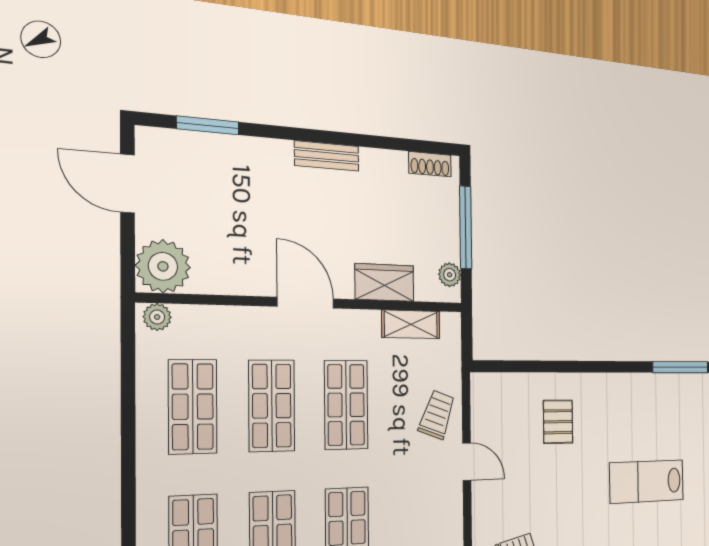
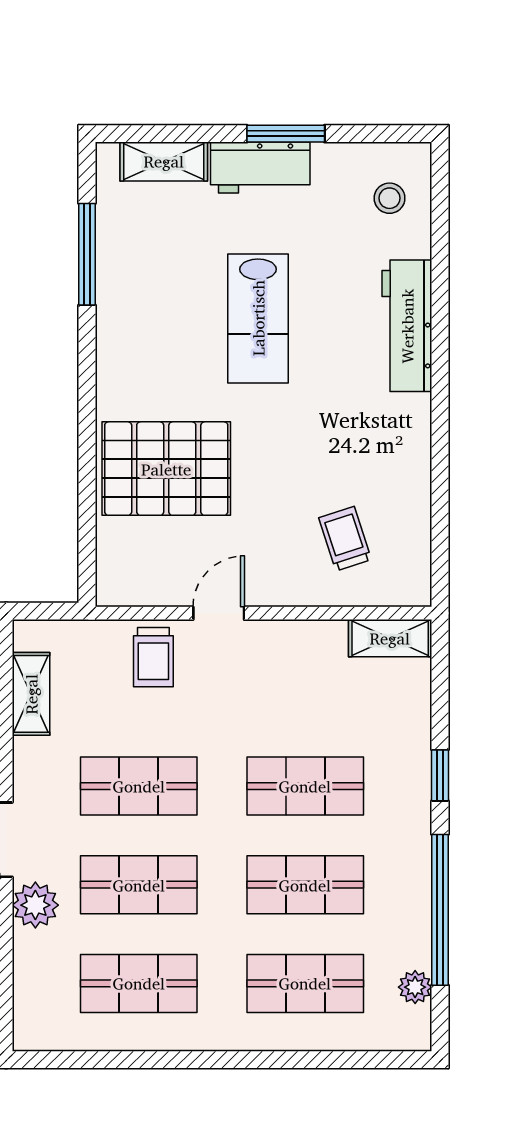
plant: (157, 317) -> (35, 905), moved, width x1.38, depth x1.38
trolley: (437, 415) -> (153, 657), turned -110
pallet: (558, 422) -> (166, 469), width x2.05, depth x2.00

